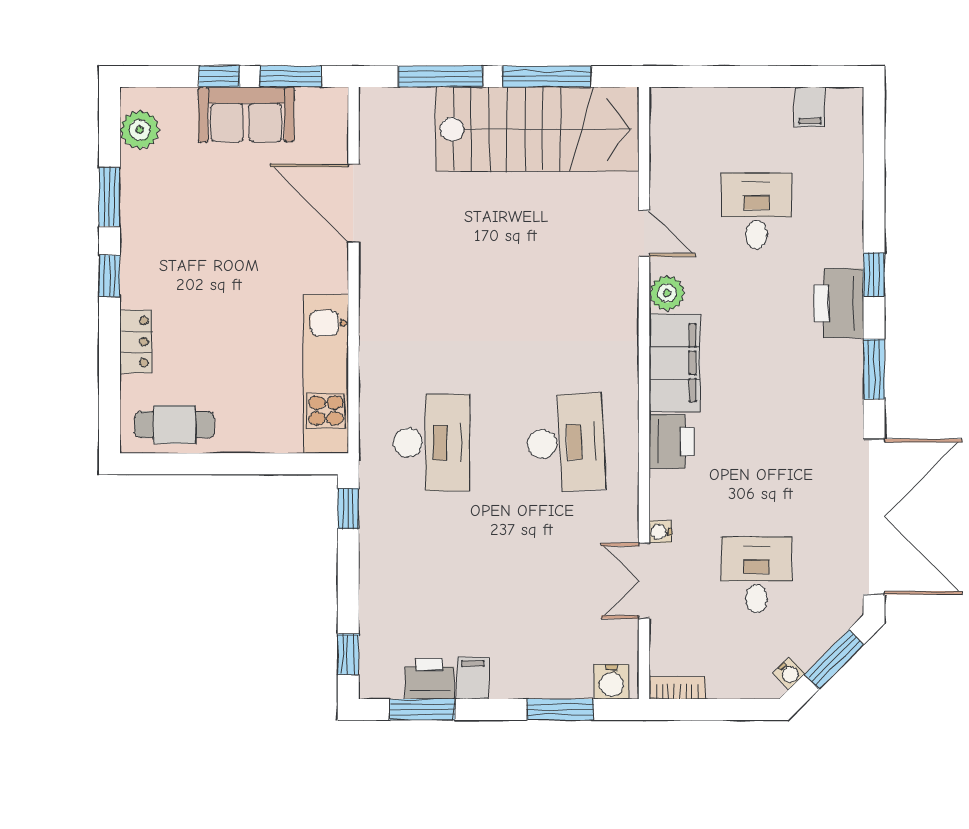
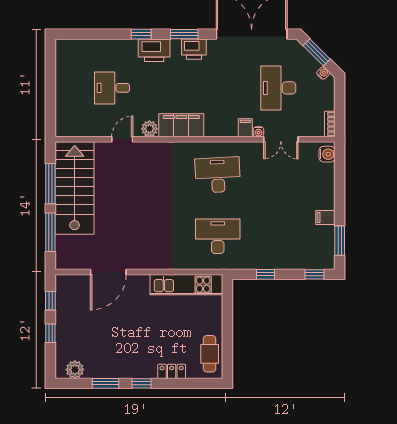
window: (291, 76) -> (50, 301), width x0.67
filing cabinet: (810, 107) -> (245, 128), moved, turned -90
sofa: (246, 114) -> (68, 321), removed
printer: (672, 442) -> (194, 49), moved, turned 180
window: (348, 509) -> (265, 274), moved
desk: (756, 575) -> (278, 88), width x1.37
printer: (430, 679) -> (326, 237), removed
window: (560, 709) -> (340, 178), removed

